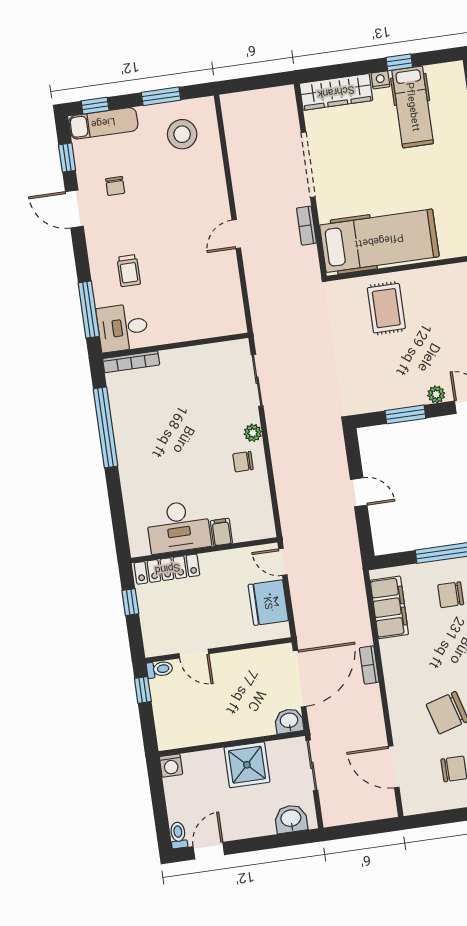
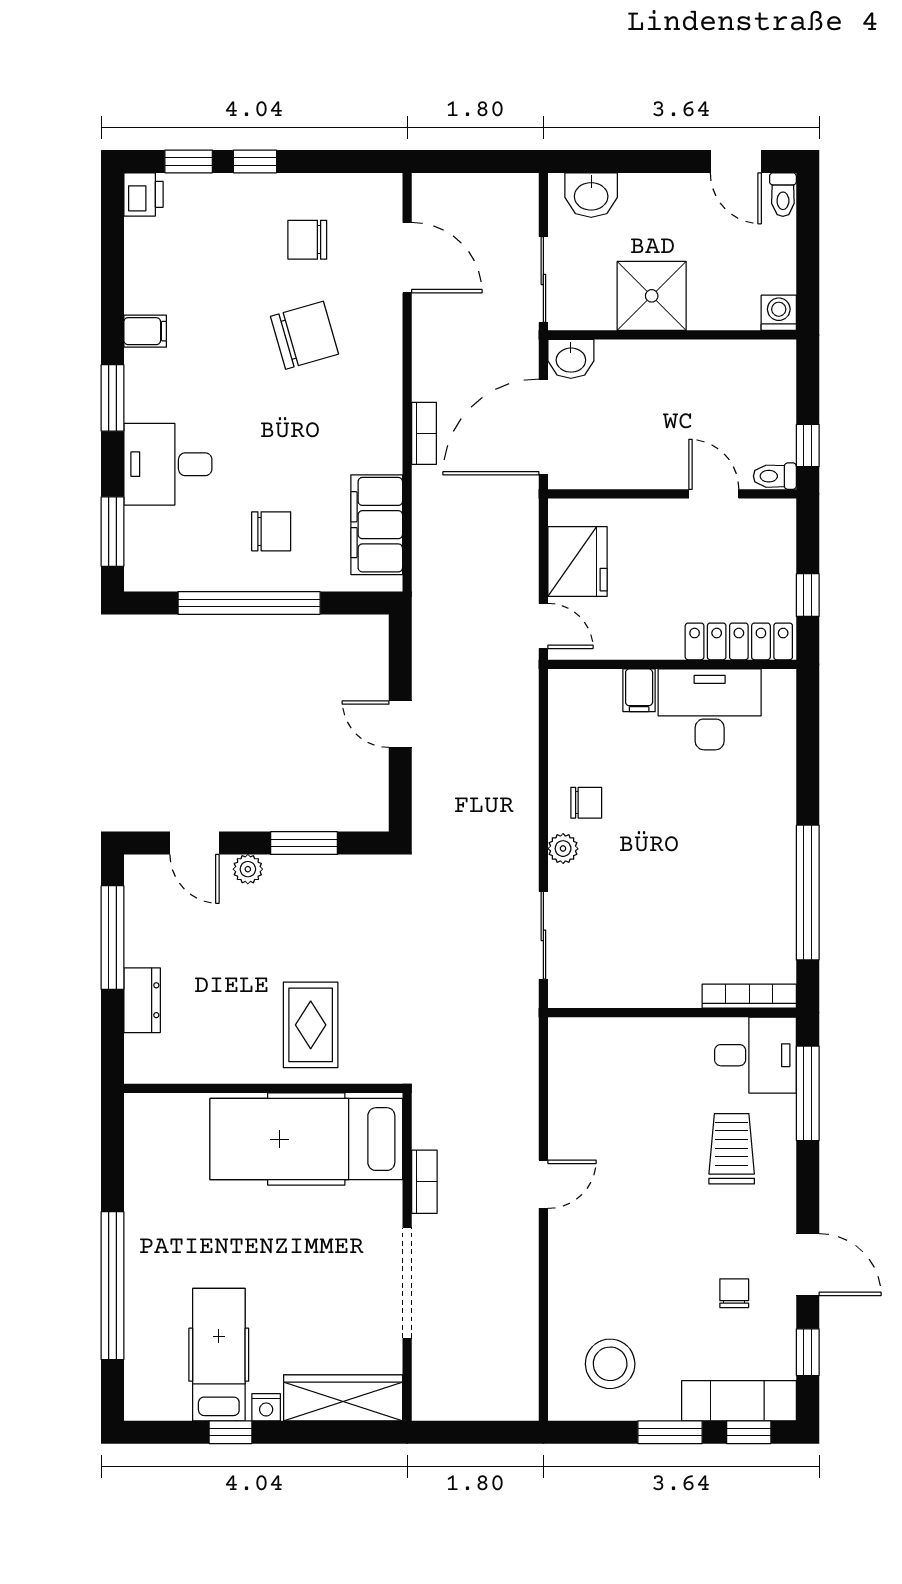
window: (161, 96) -> (670, 1432), moved
trolley: (129, 271) -> (732, 1149), width x1.36, depth x1.39
door: (209, 851) -> (736, 161), hinge flipped

